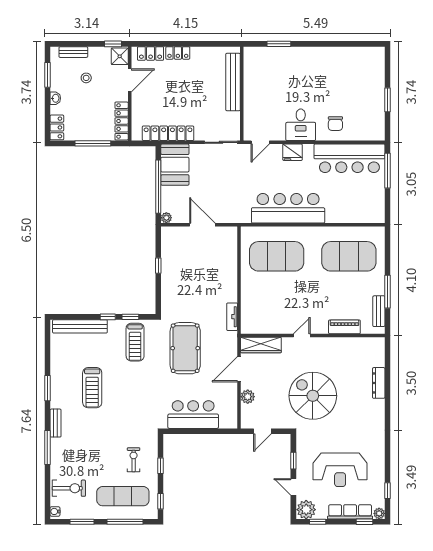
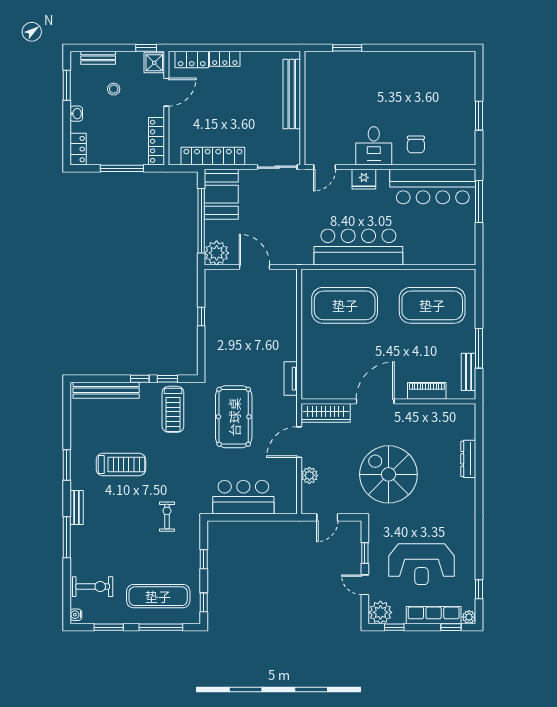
plant: (166, 218) -> (217, 253), width x1.88, depth x1.88
door: (302, 336) -> (375, 401), width x1.88
treadmill: (92, 388) -> (121, 465), turned -90
exercise bike: (134, 460) -> (167, 517), moved

